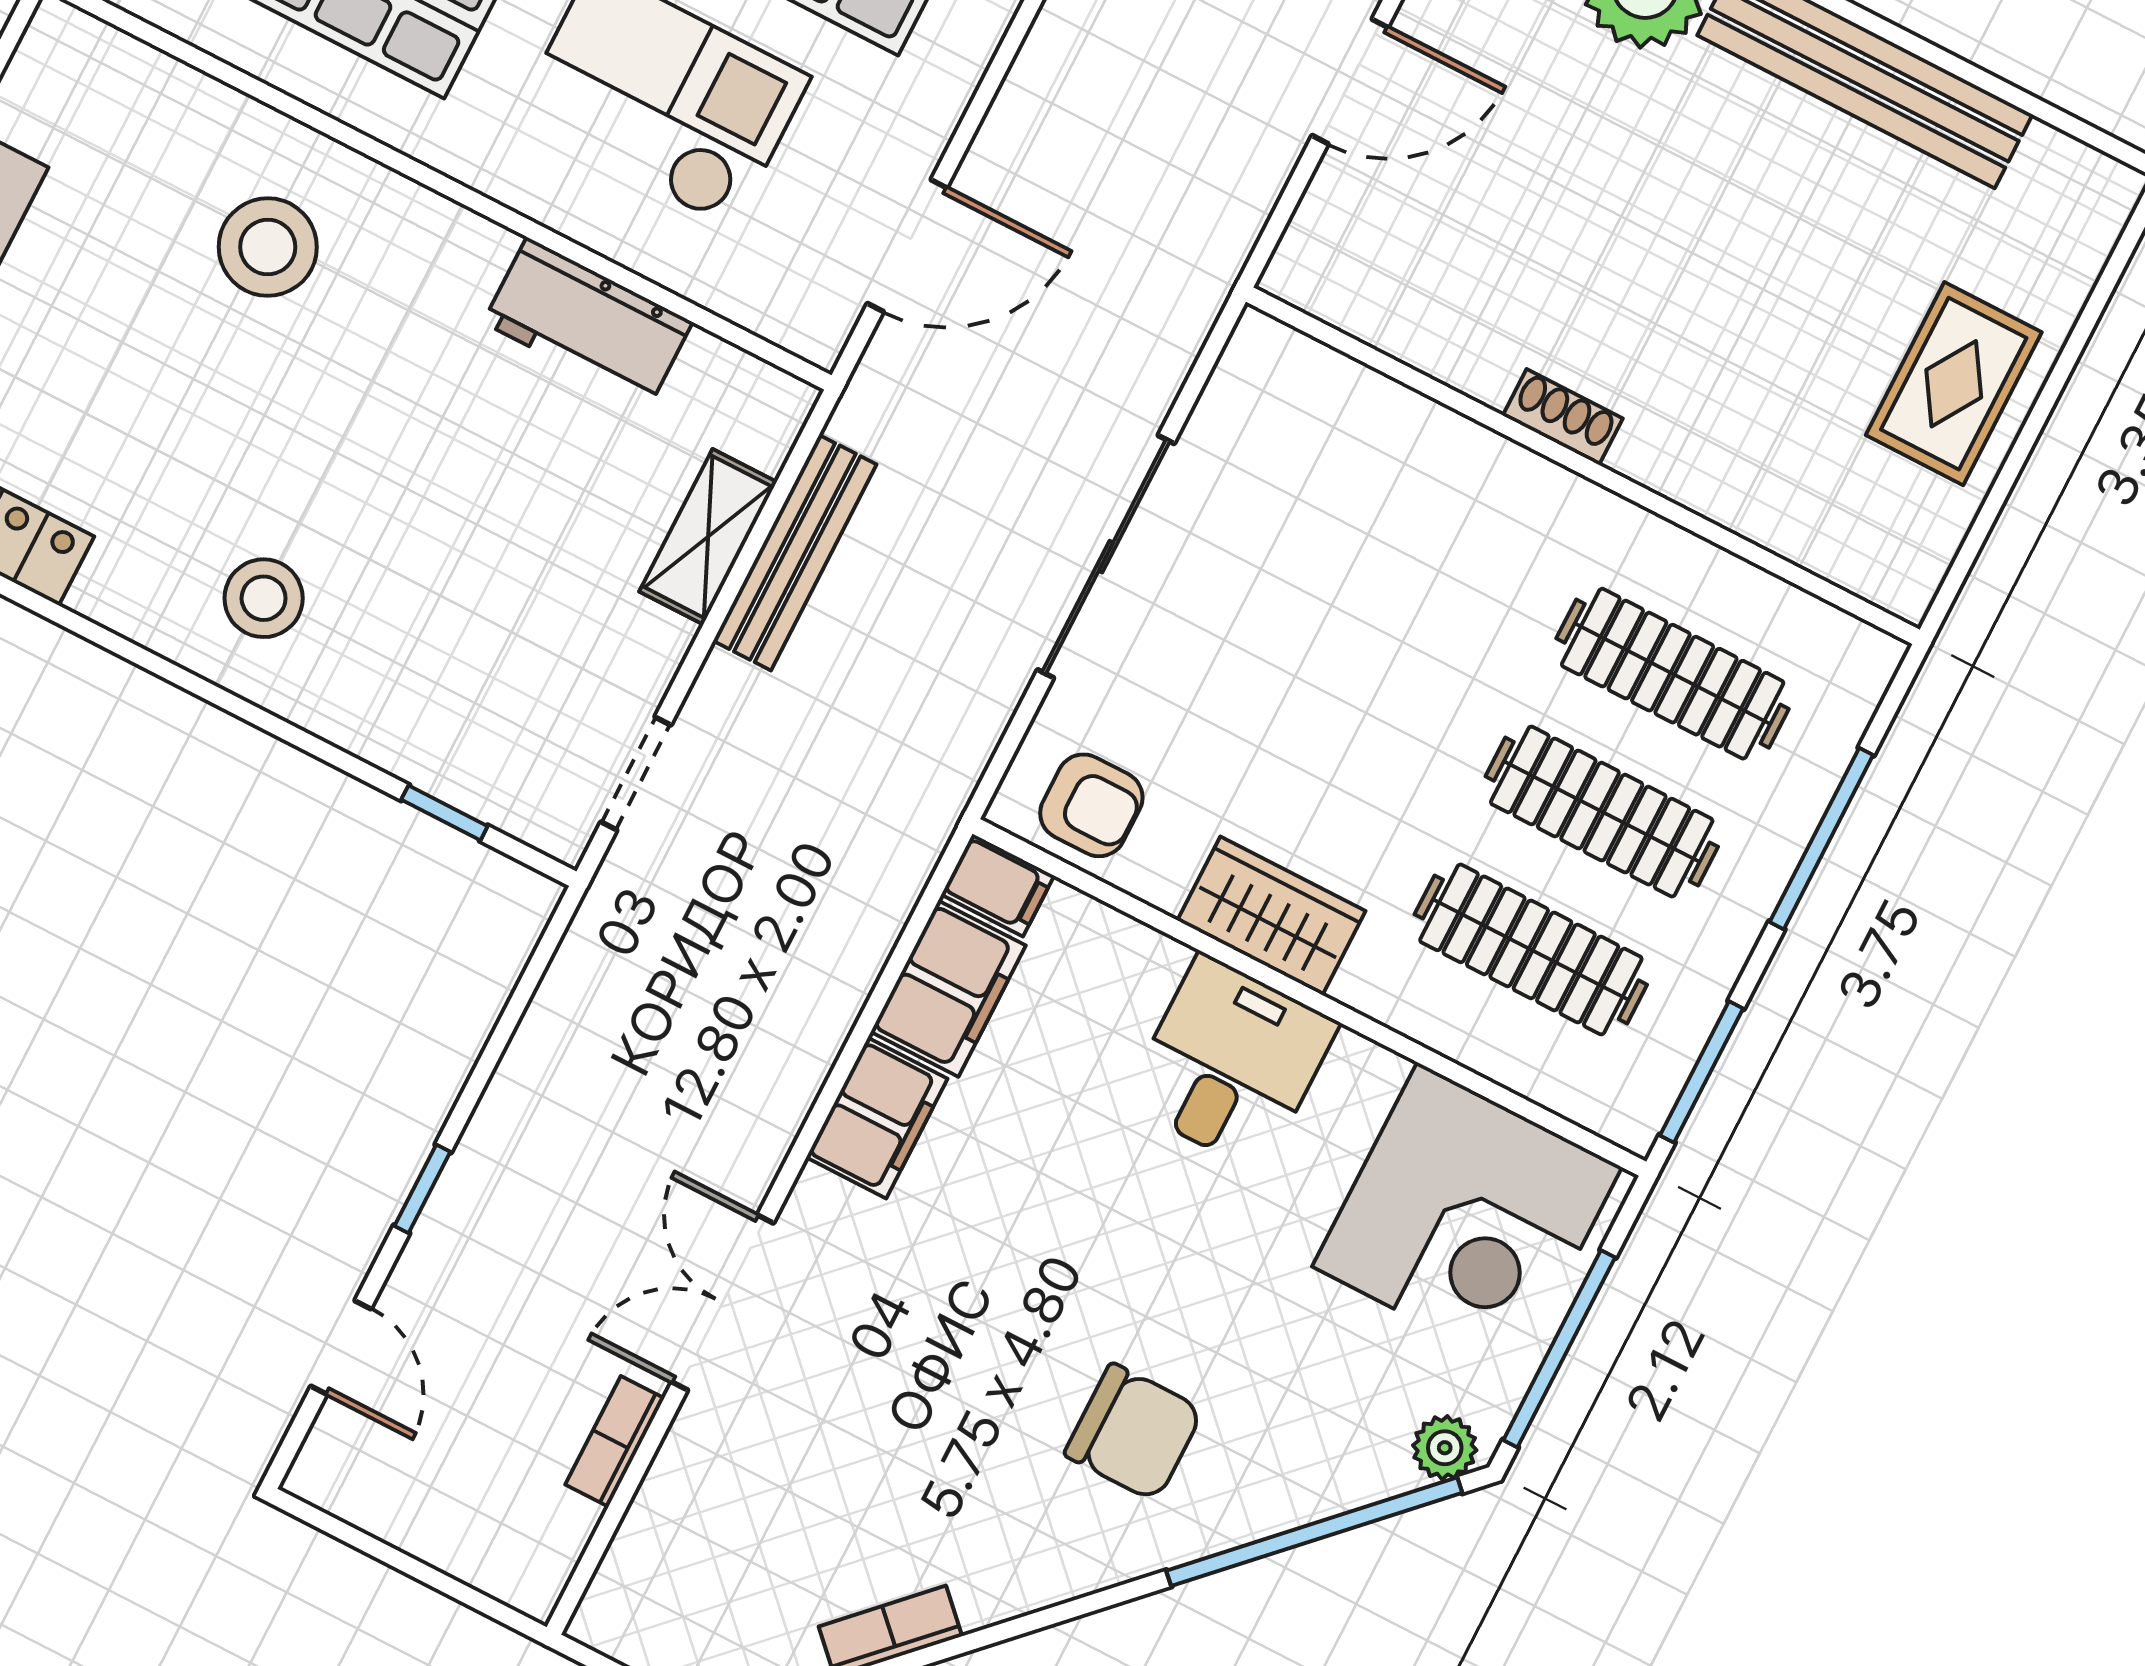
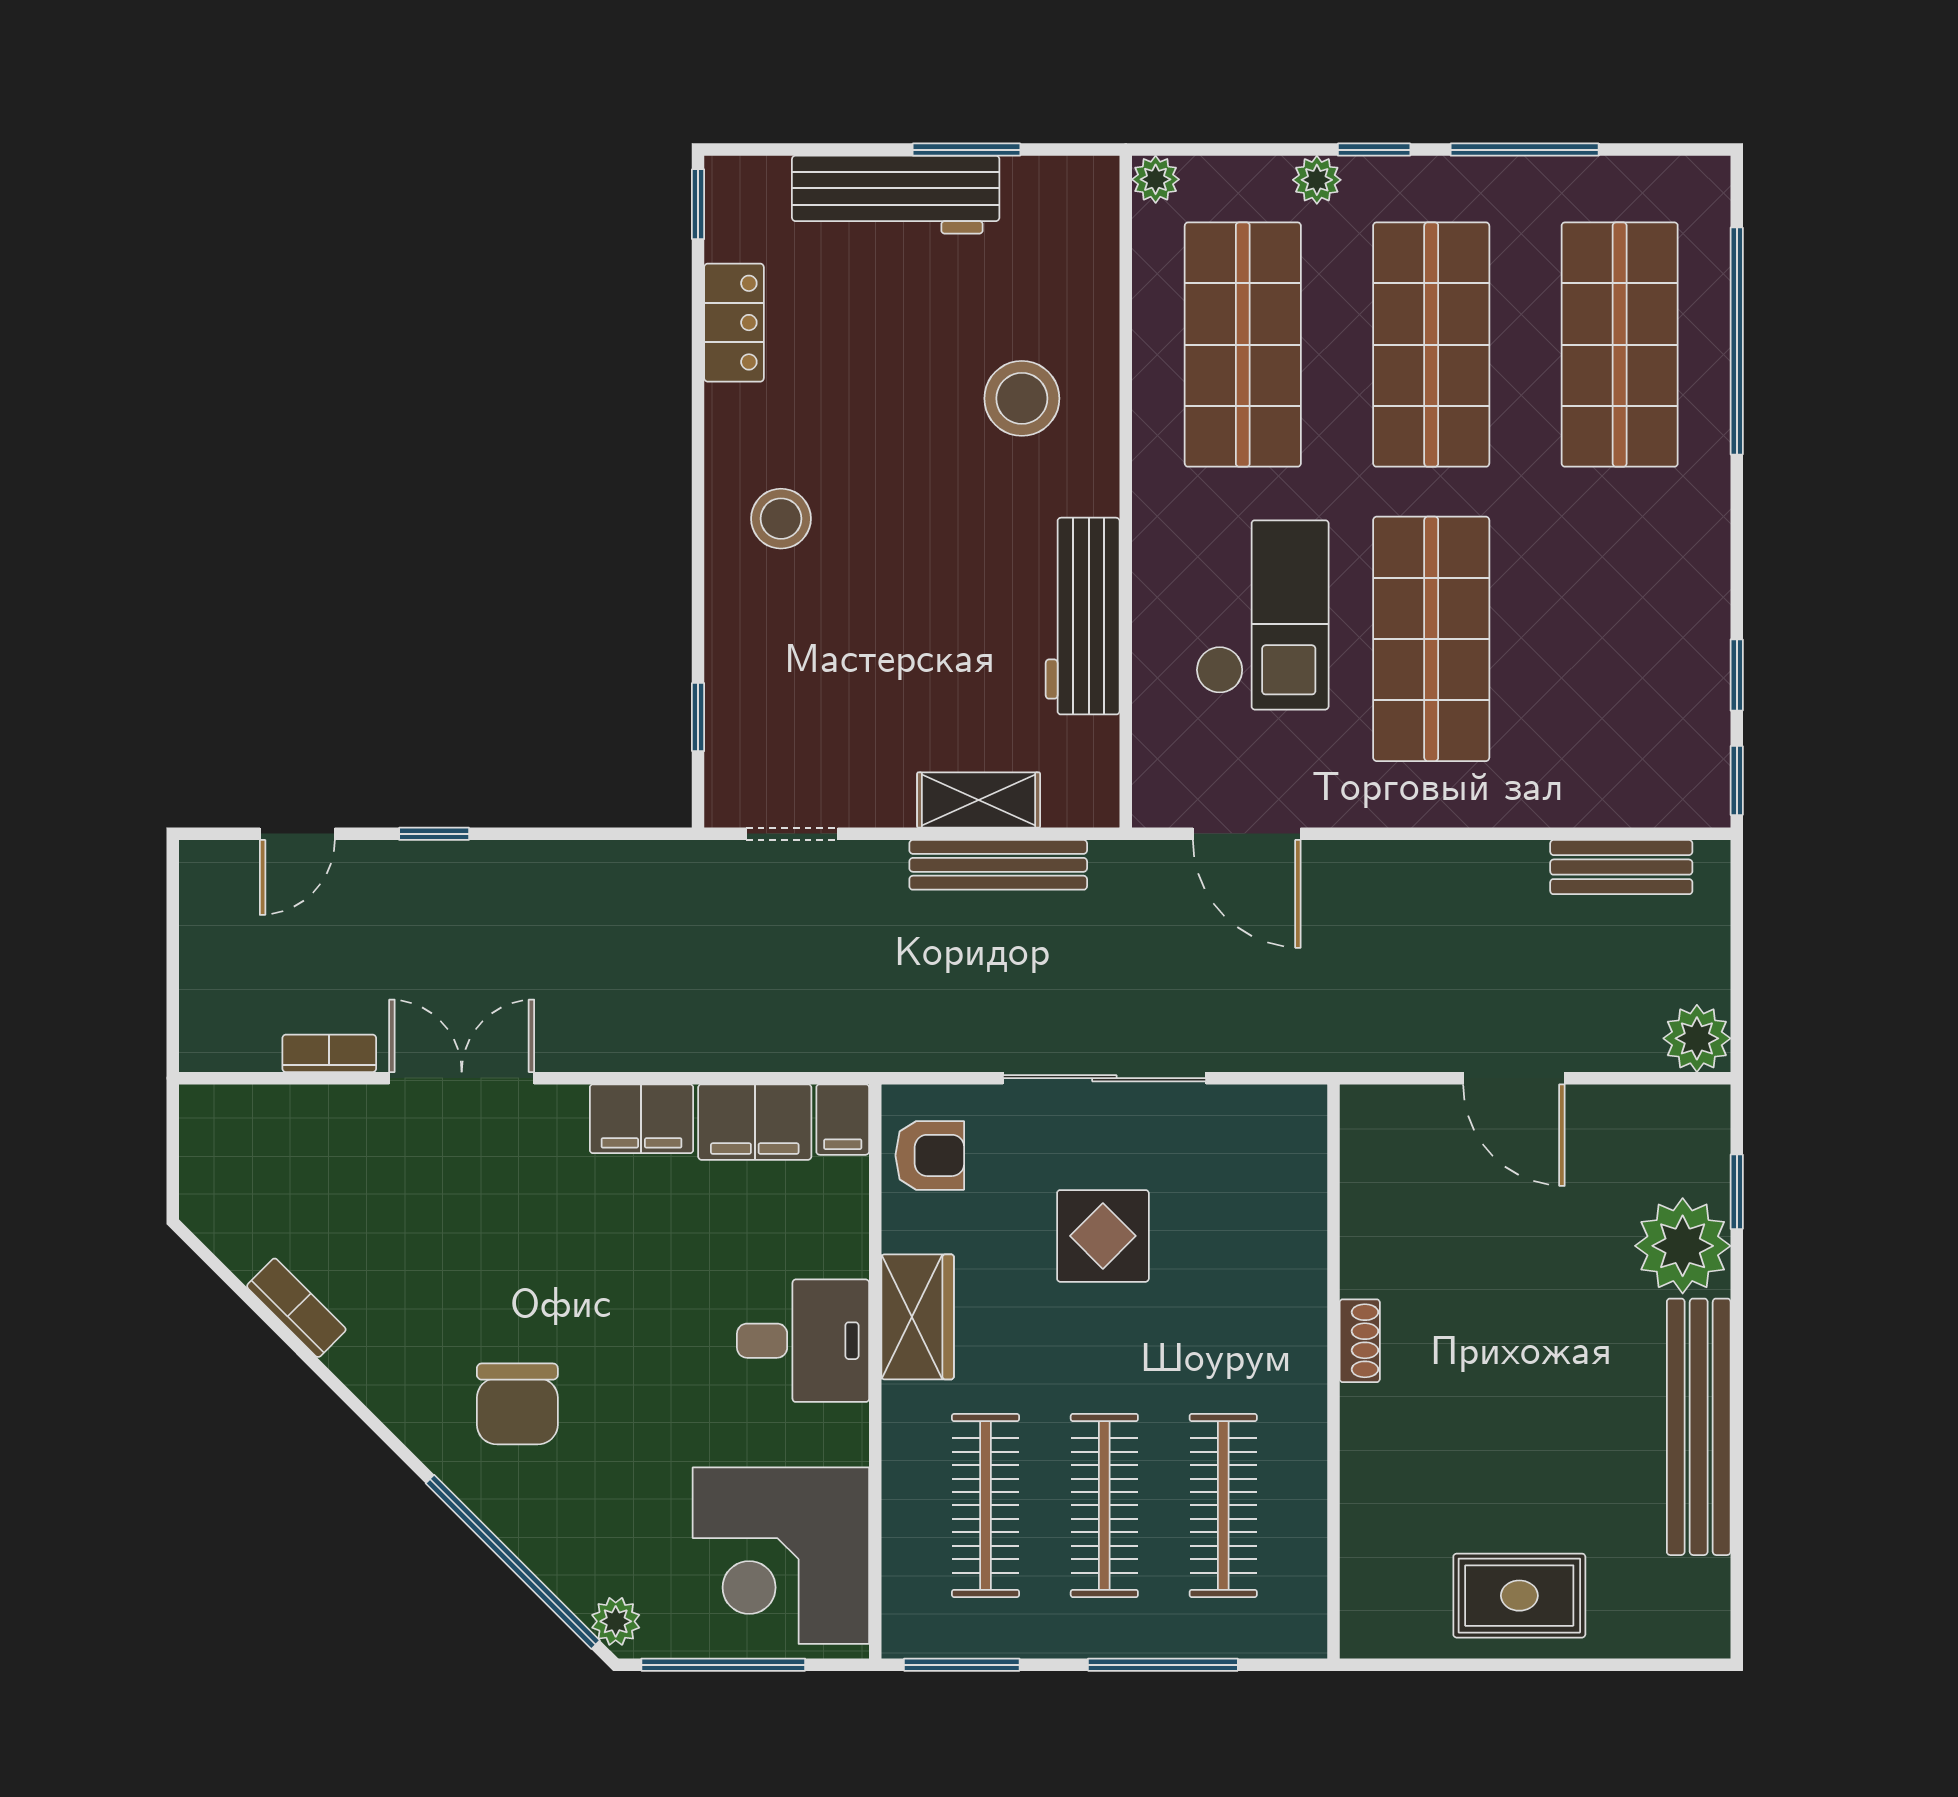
workbench: (588, 322) -> (1083, 616), width x1.38
display table: (1288, 652) -> (1103, 1236), added
armchair: (1091, 805) -> (930, 1155), turned -90

